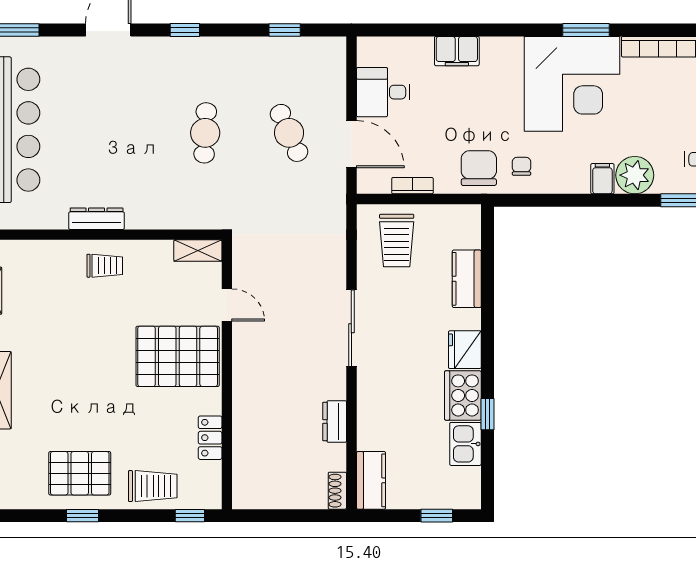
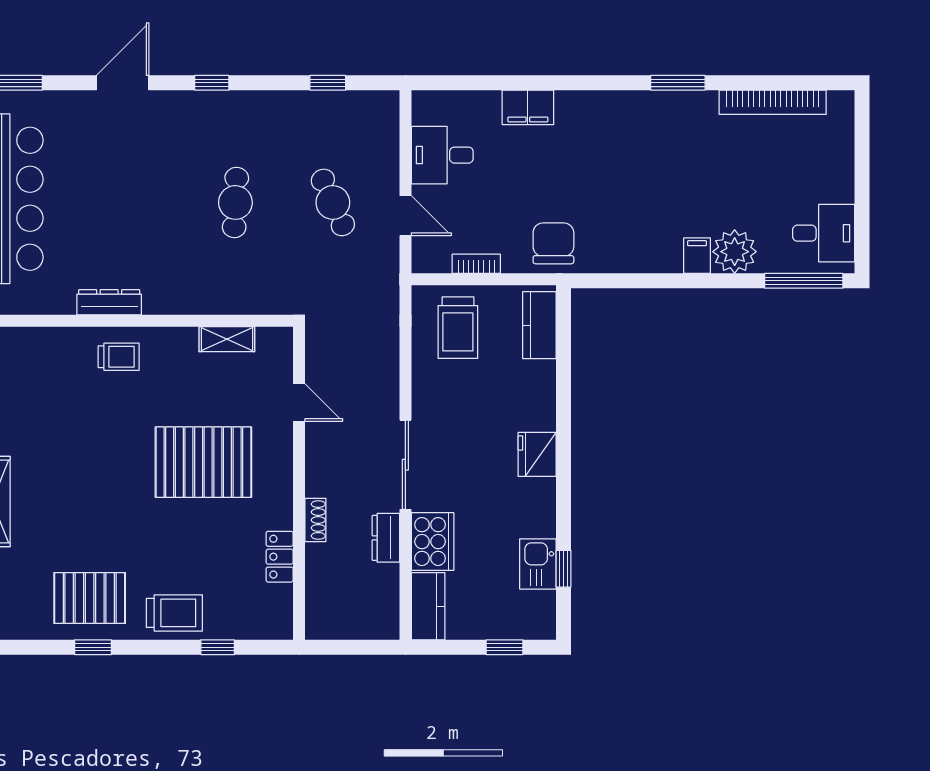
corner desk: (572, 84) -> (662, 145), removed
door: (351, 144) -> (405, 216), width x0.73
chair: (522, 166) -> (603, 241), removed
kitchen counter: (467, 279) -> (539, 325), moved
door: (227, 305) -> (299, 402), moved
sliding door: (351, 328) -> (405, 465), moved
wall: (227, 374) -> (299, 483), moved
cooker: (463, 395) -> (433, 542), moved, turned 180
window: (488, 414) -> (564, 569), moved
locker: (210, 438) -> (280, 557), moved
shoe rack: (337, 491) -> (315, 520), moved, turned 180

